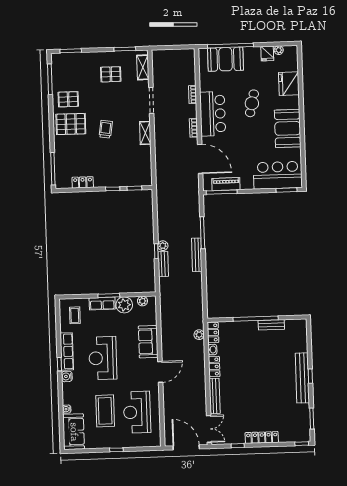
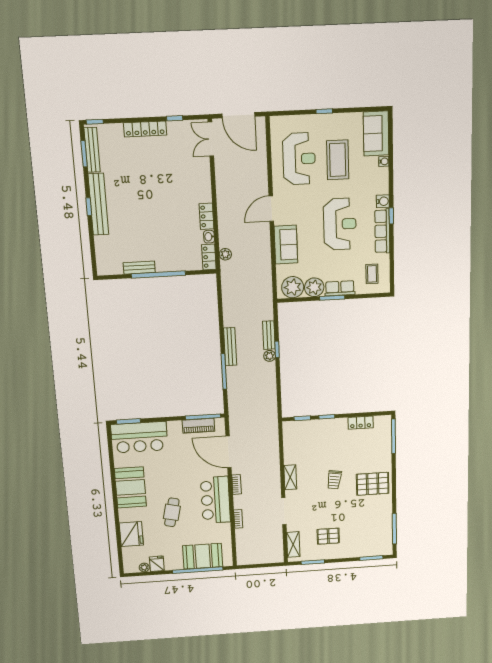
pallet: (68, 99) -> (375, 509), removed
plant: (142, 301) -> (293, 287), width x1.87, depth x1.87
bench: (215, 396) -> (92, 150), moved

